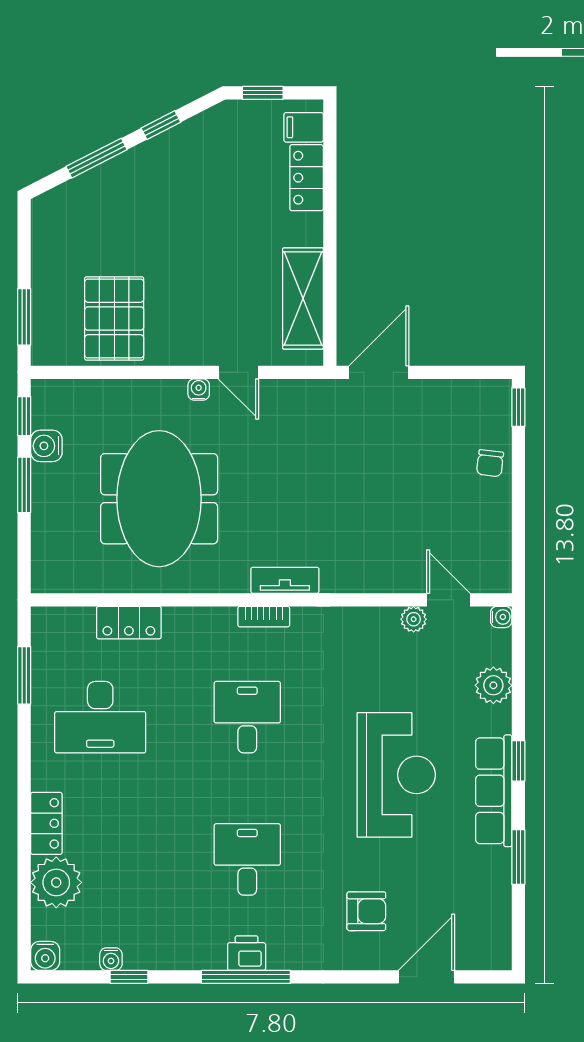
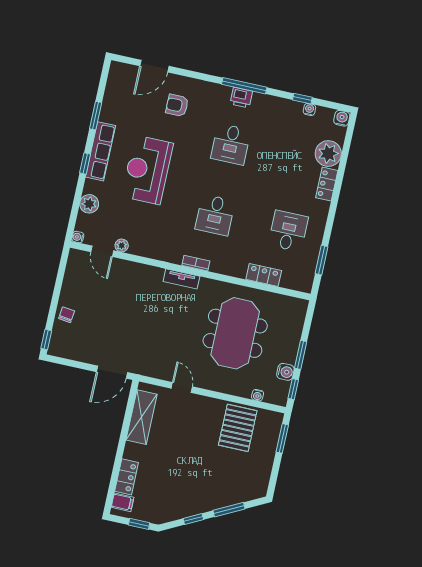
water cooler: (199, 389) -> (257, 395), moved
desk: (100, 717) -> (288, 231), width x0.73

